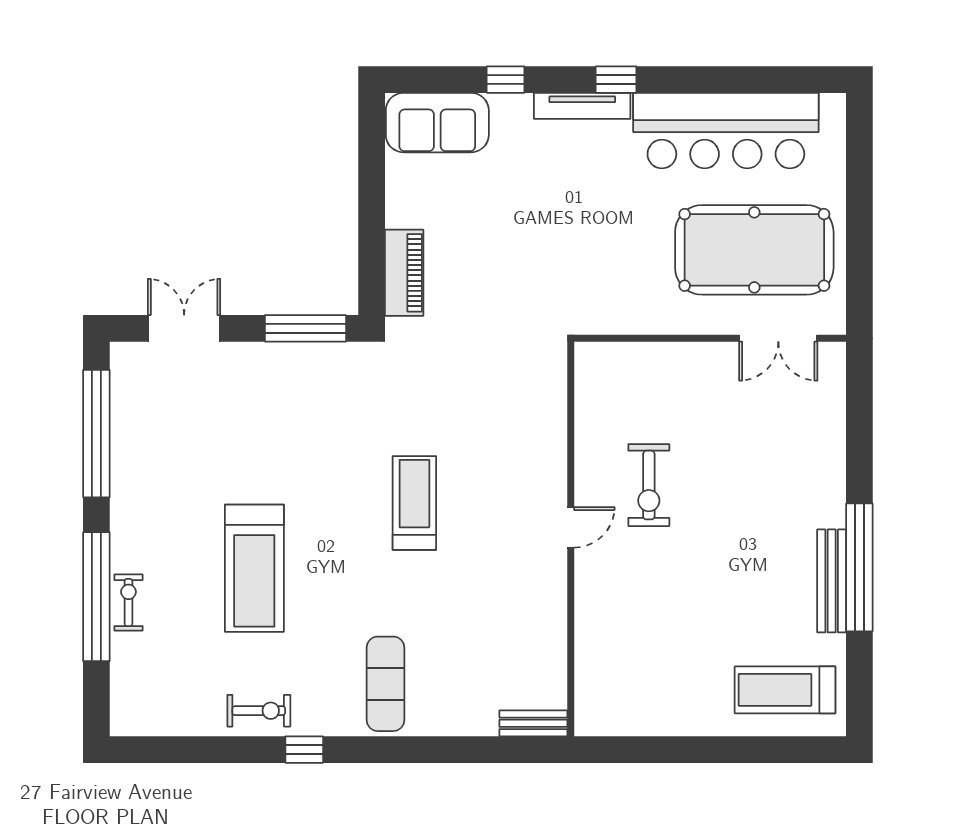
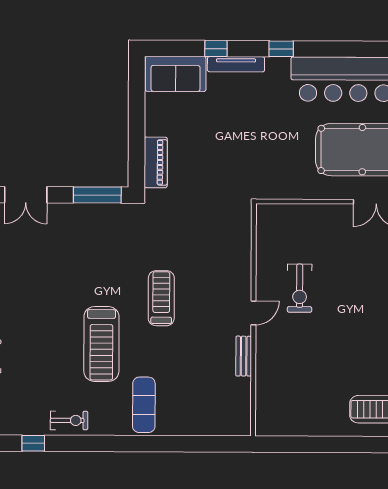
tv unit: (582, 106) -> (236, 64), moved
double door: (184, 328) -> (26, 195), swing flipped
treadmill: (254, 568) -> (101, 344), moved
bench: (533, 723) -> (244, 356), moved, turned 90
window: (304, 750) -> (33, 443), moved

